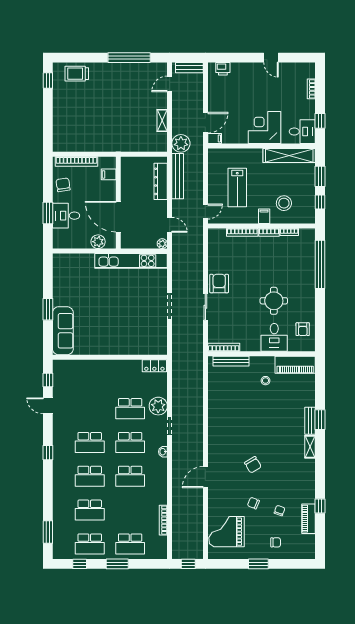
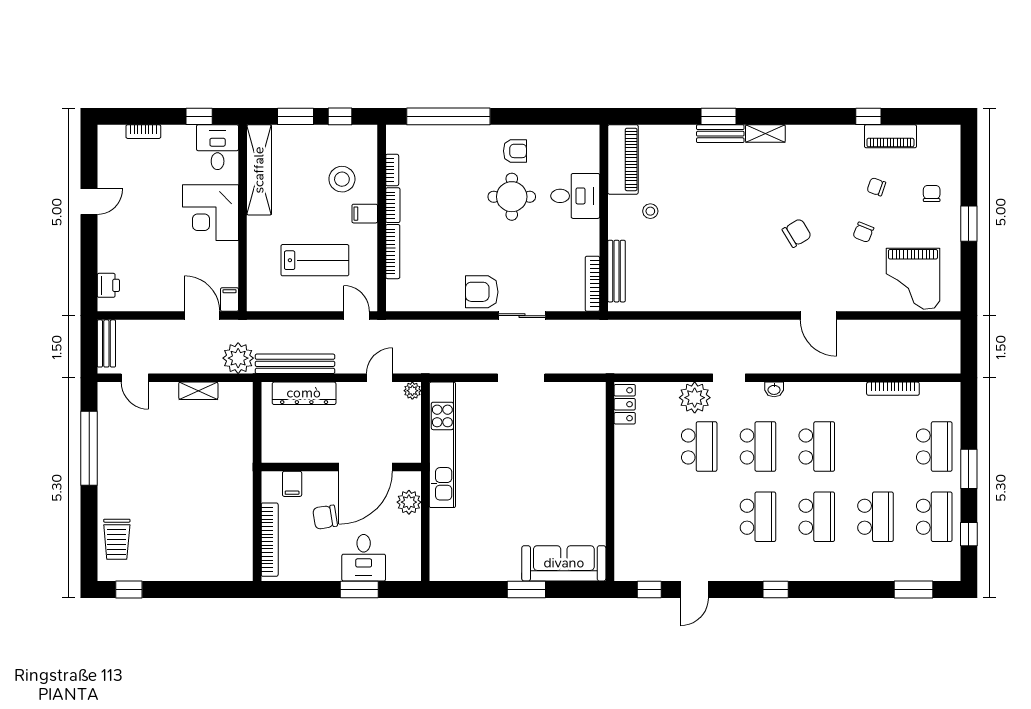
chair: (63, 185) -> (325, 517), moved
armchair: (303, 329) -> (515, 151), moved
window: (188, 564) -> (969, 345), removed

